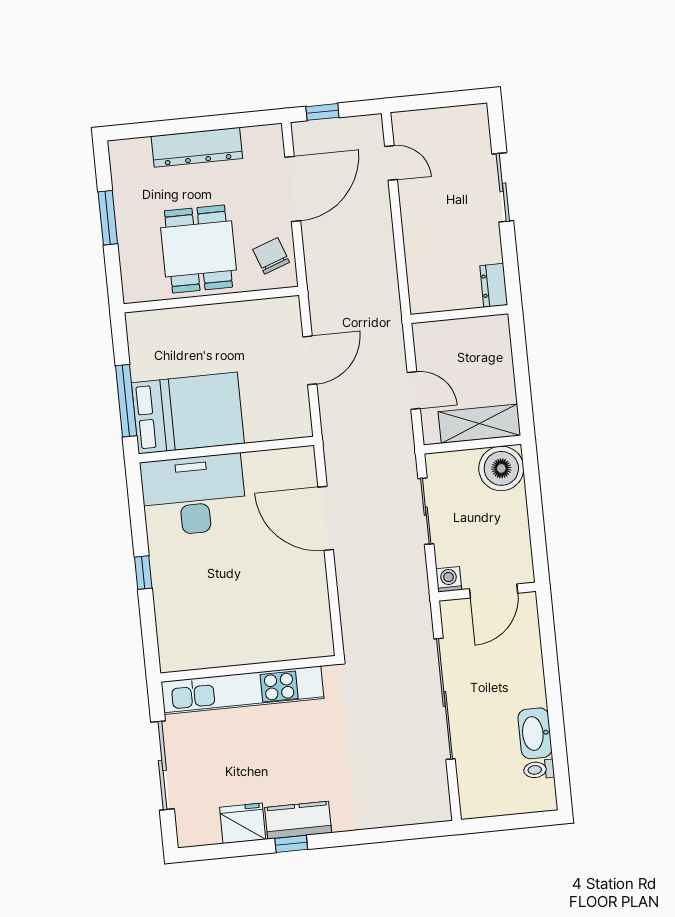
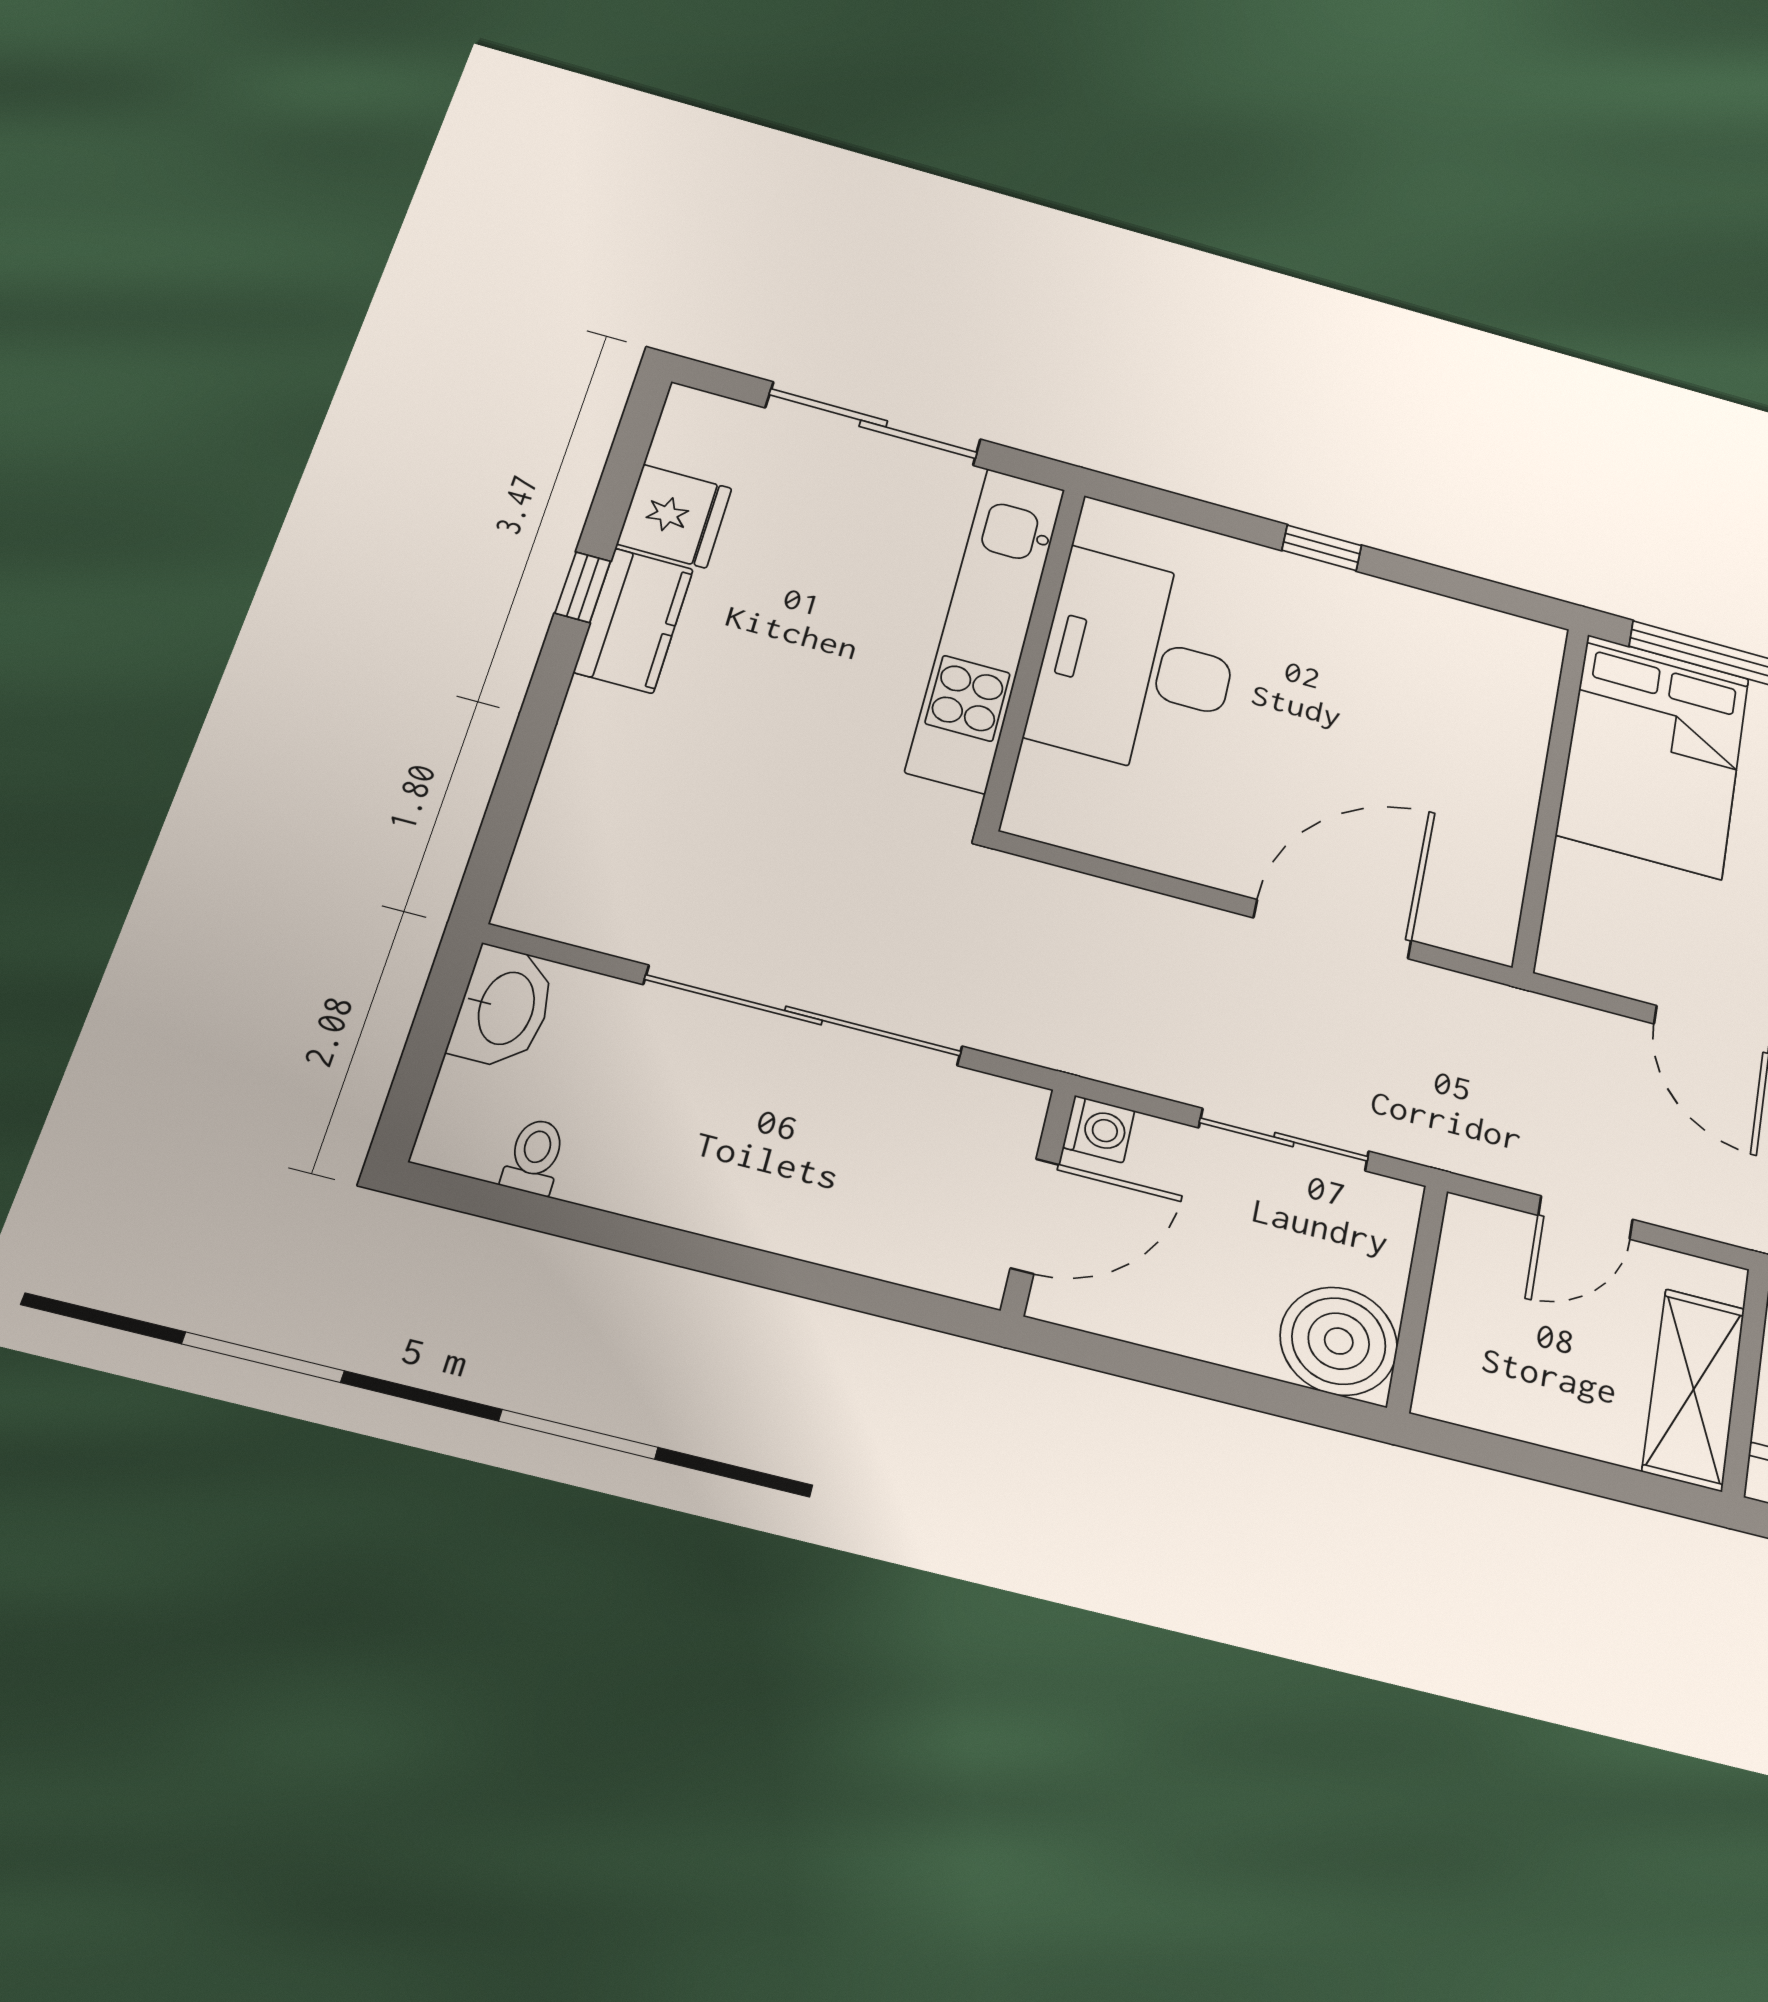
shelving: (479, 424) -> (1694, 1389), moved
desk: (193, 495) -> (1137, 664), moved, turned 180
door: (494, 591) -> (1035, 1216), swing flipped
washbasin: (535, 733) -> (504, 1008), moved, turned 90

